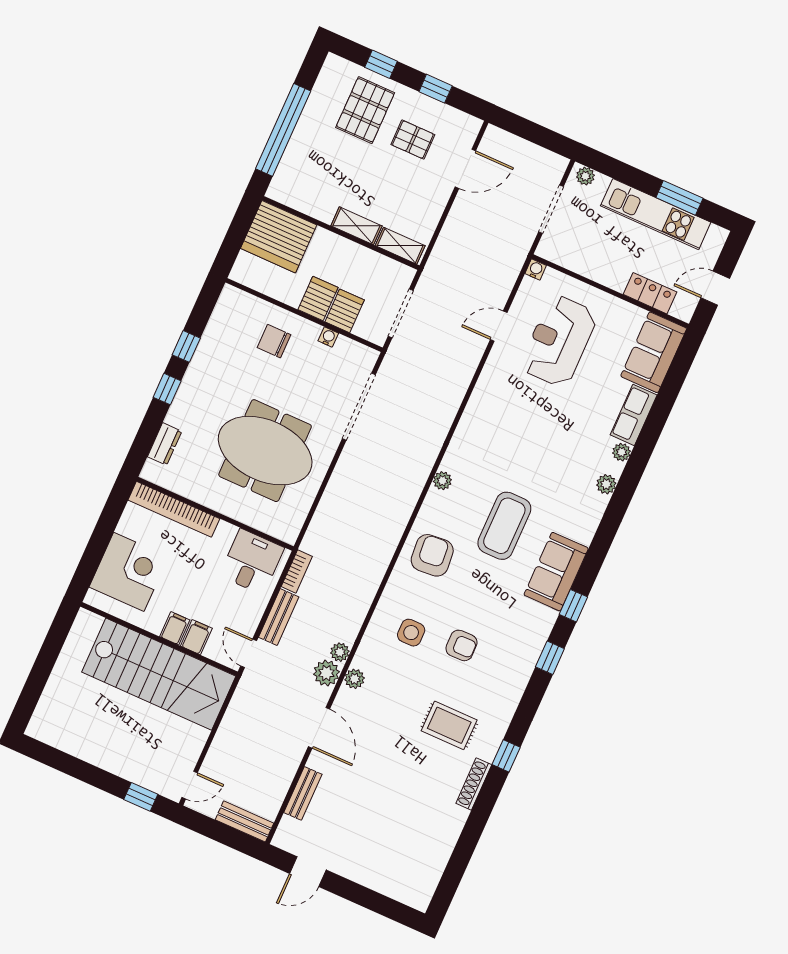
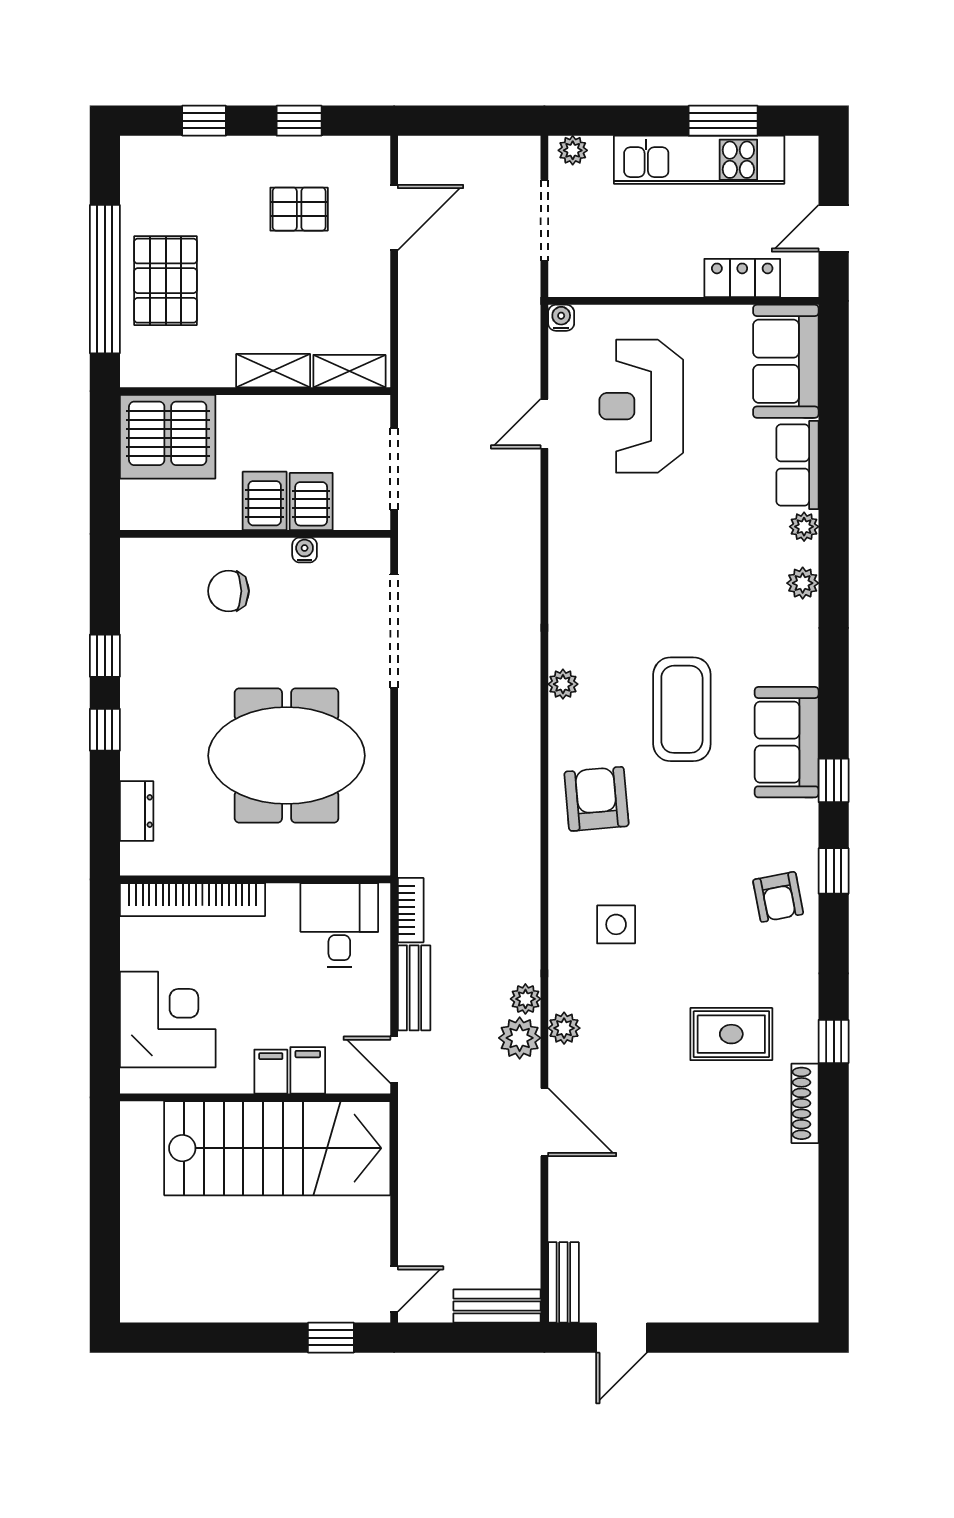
pallet: (365, 110) -> (166, 281), moved
armchair: (461, 645) -> (778, 897), moved, turned 80
bench: (303, 793) -> (563, 1282), moved

